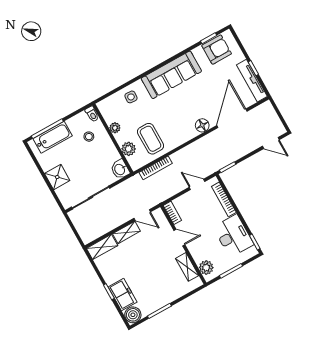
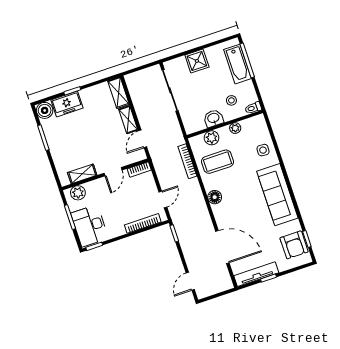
floor lamp: (202, 125) -> (215, 197), moved
washbasin: (120, 169) -> (213, 118), moved
desk: (233, 236) -> (90, 226), moved, turned 90

